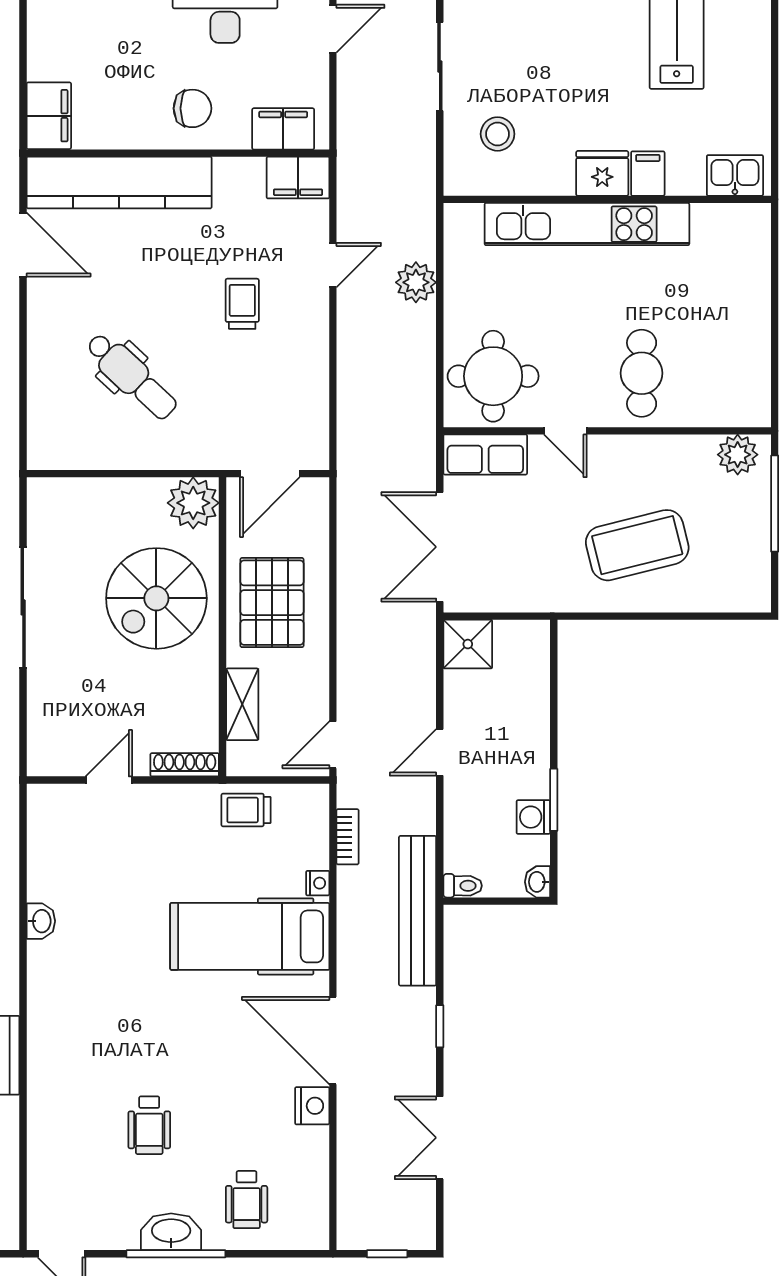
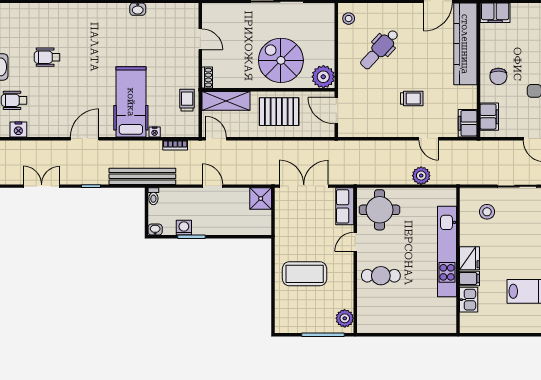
kitchen sink: (735, 175) -> (469, 300), moved
stool: (62, 446) -> (349, 19), added
coffee table: (637, 545) -> (305, 274), turned -76
shelving: (242, 704) -> (226, 101), width x1.50, depth x1.33
shoe rack: (185, 765) -> (207, 78), width x0.70
door: (333, 1041) -> (85, 139), width x0.73
nightstand: (312, 1106) -> (18, 130), moved

